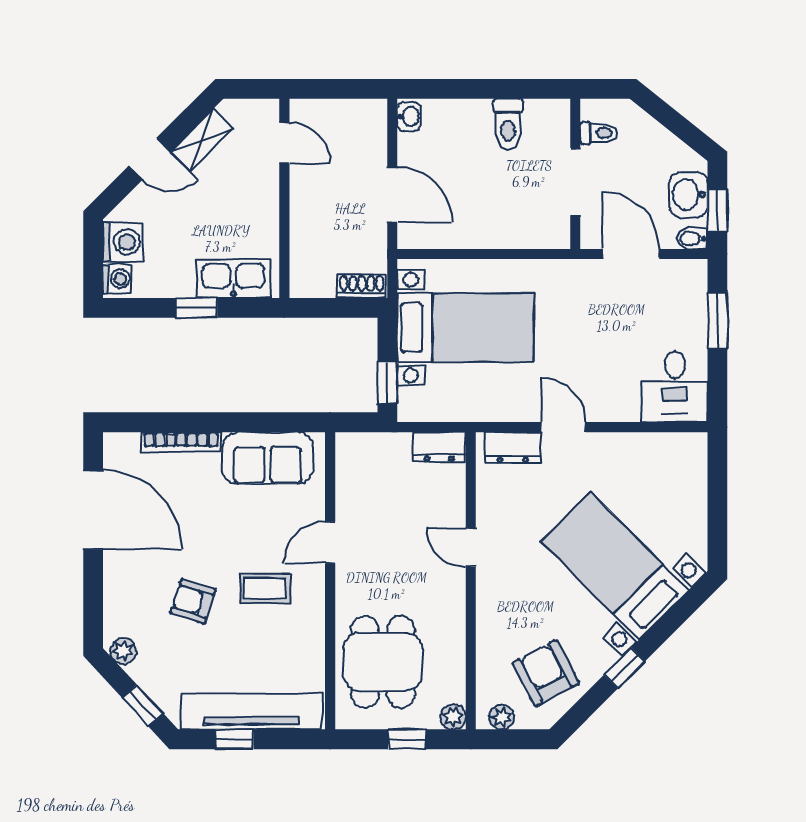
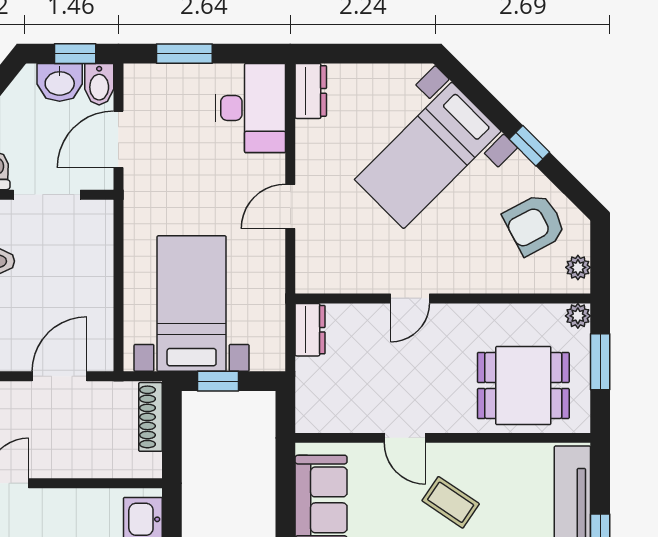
bidet: (692, 239) -> (99, 84), width x1.38, depth x1.36
shoe rack: (362, 286) -> (151, 417), width x1.43
window: (387, 383) -> (218, 381), moved
desk: (675, 387) -> (250, 108), width x1.37
dresser: (513, 448) -> (311, 91), moved
coffee table: (265, 589) -> (451, 502), turned -56
window: (407, 739) -> (600, 362), width x1.50

